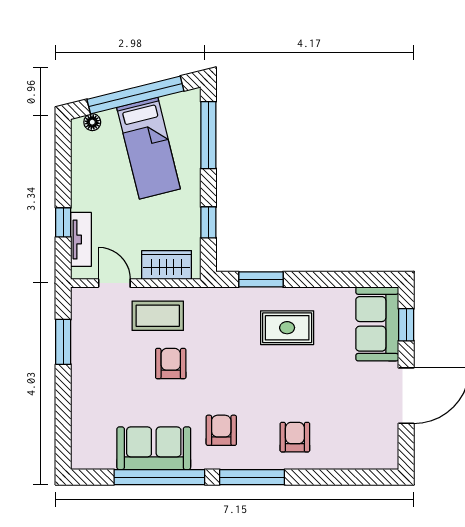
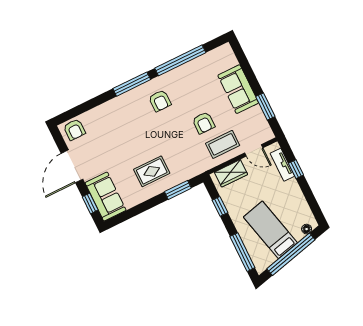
armchair: (295, 437) -> (74, 130), moved
sofa: (154, 448) -> (238, 89), moved, turned 90

